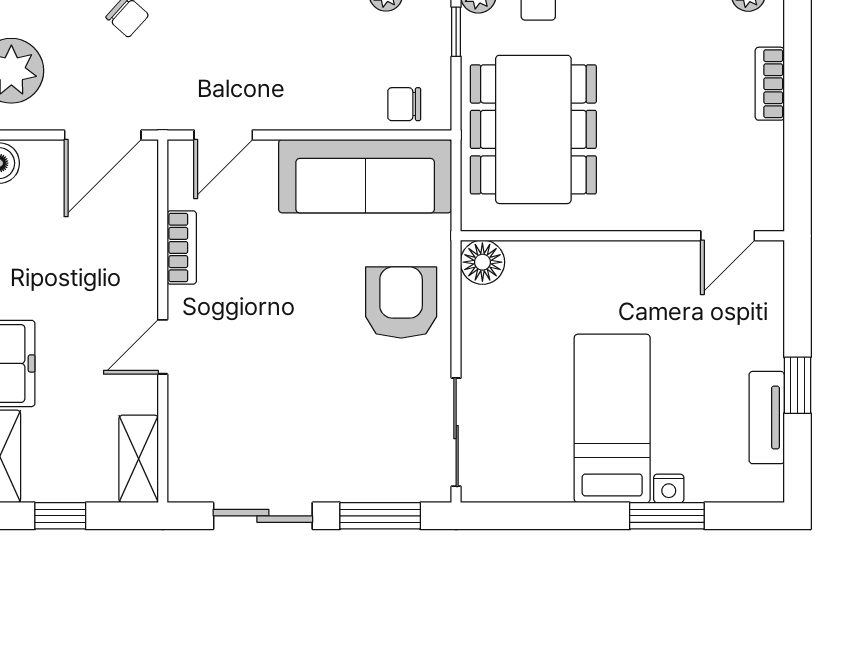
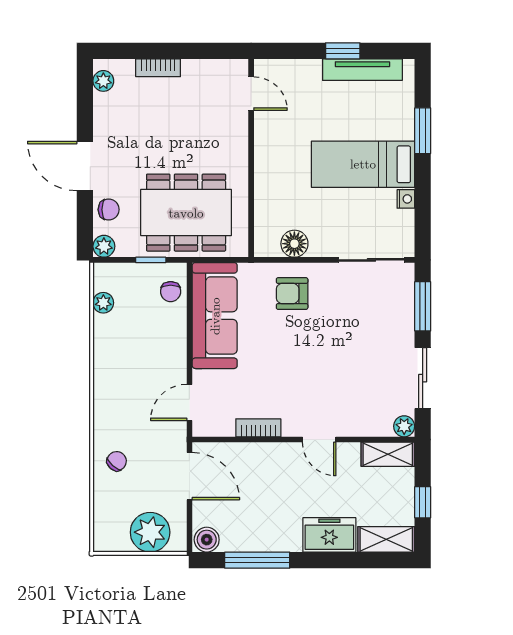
window: (456, 32) -> (151, 260), moved
door: (223, 135) -> (189, 402), swing flipped
floor lamp: (482, 262) -> (294, 244), moved
armchair: (401, 303) -> (292, 294), width x0.72, depth x0.72
tv unit: (767, 418) -> (362, 70), width x1.41
plant: (184, 486) -> (404, 426), added
nightstand: (669, 488) -> (406, 199), moved

